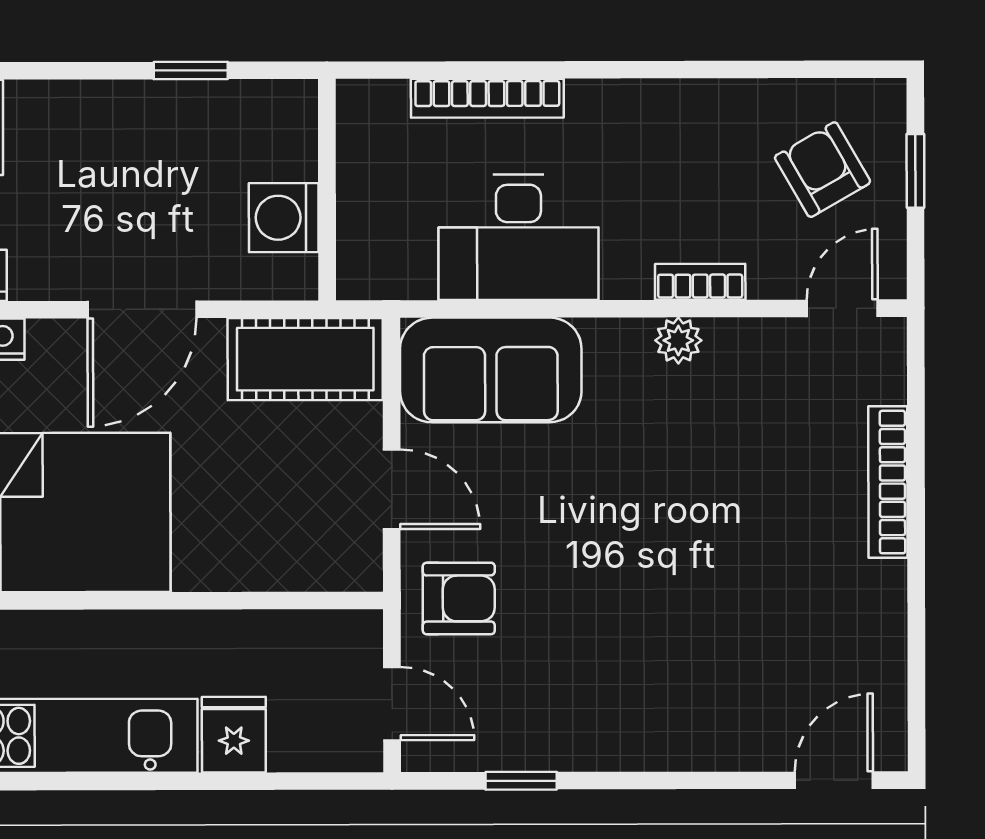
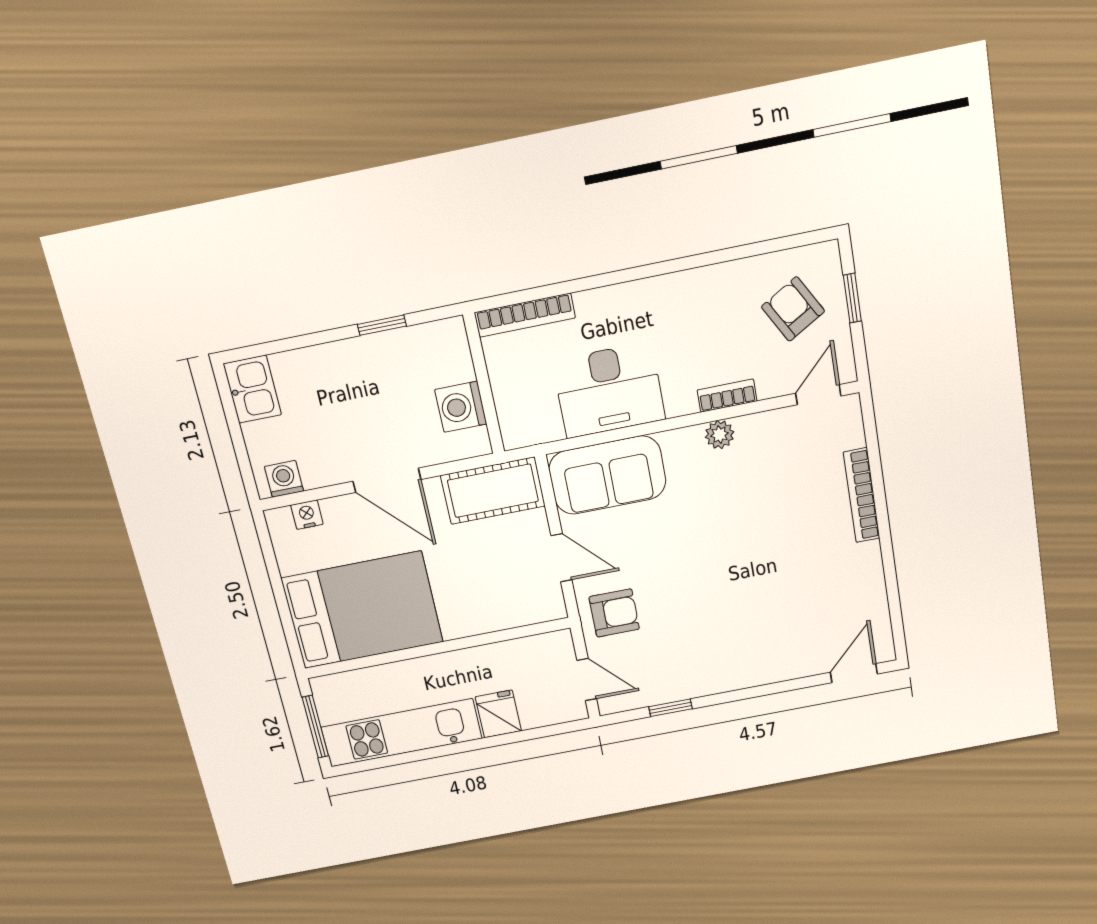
bookcase: (487, 98) -> (525, 315), moved
door: (142, 309) -> (387, 480), hinge flipped

